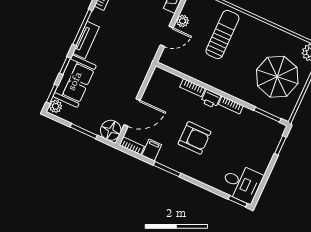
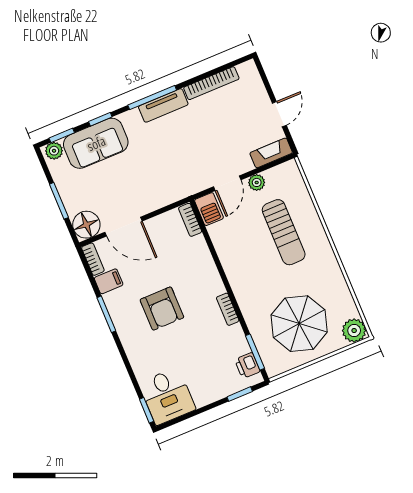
sun lounger: (222, 34) -> (284, 232), turned 90
door: (167, 36) -> (227, 183), hinge flipped
tv unit: (86, 40) -> (163, 105), moved
barbecue: (170, 60) -> (209, 209), added
bookcase: (193, 88) -> (190, 220), moved
printer: (211, 99) -> (247, 365), moved

